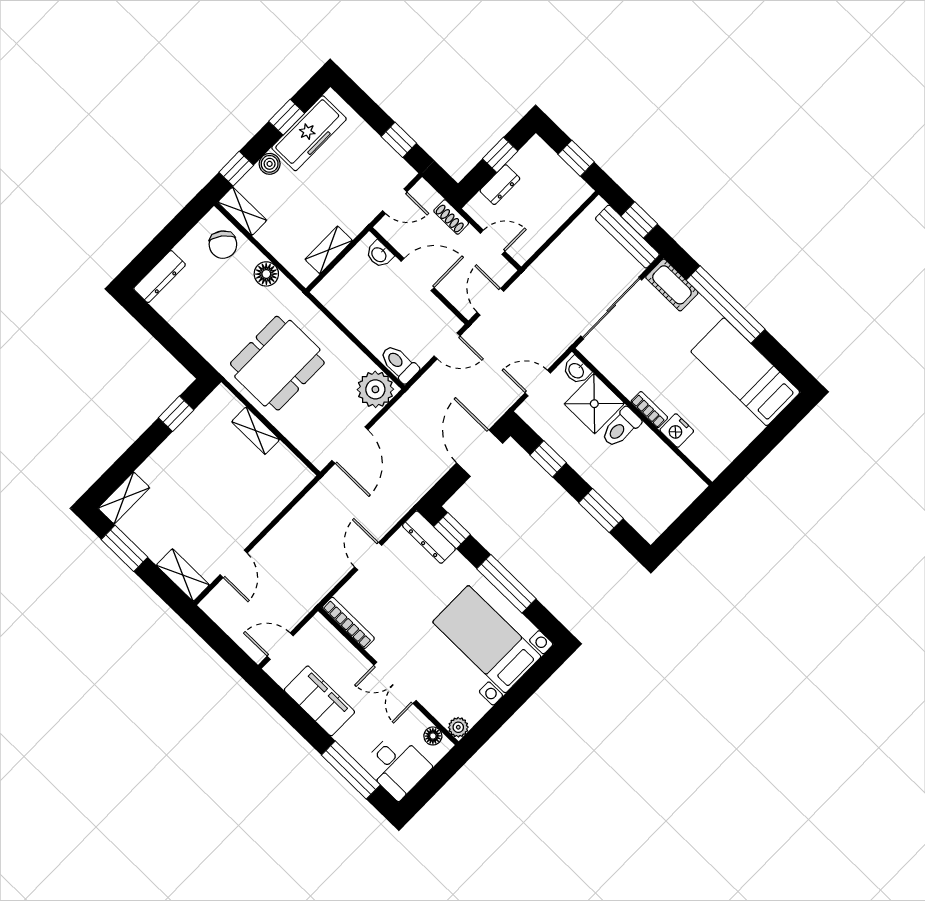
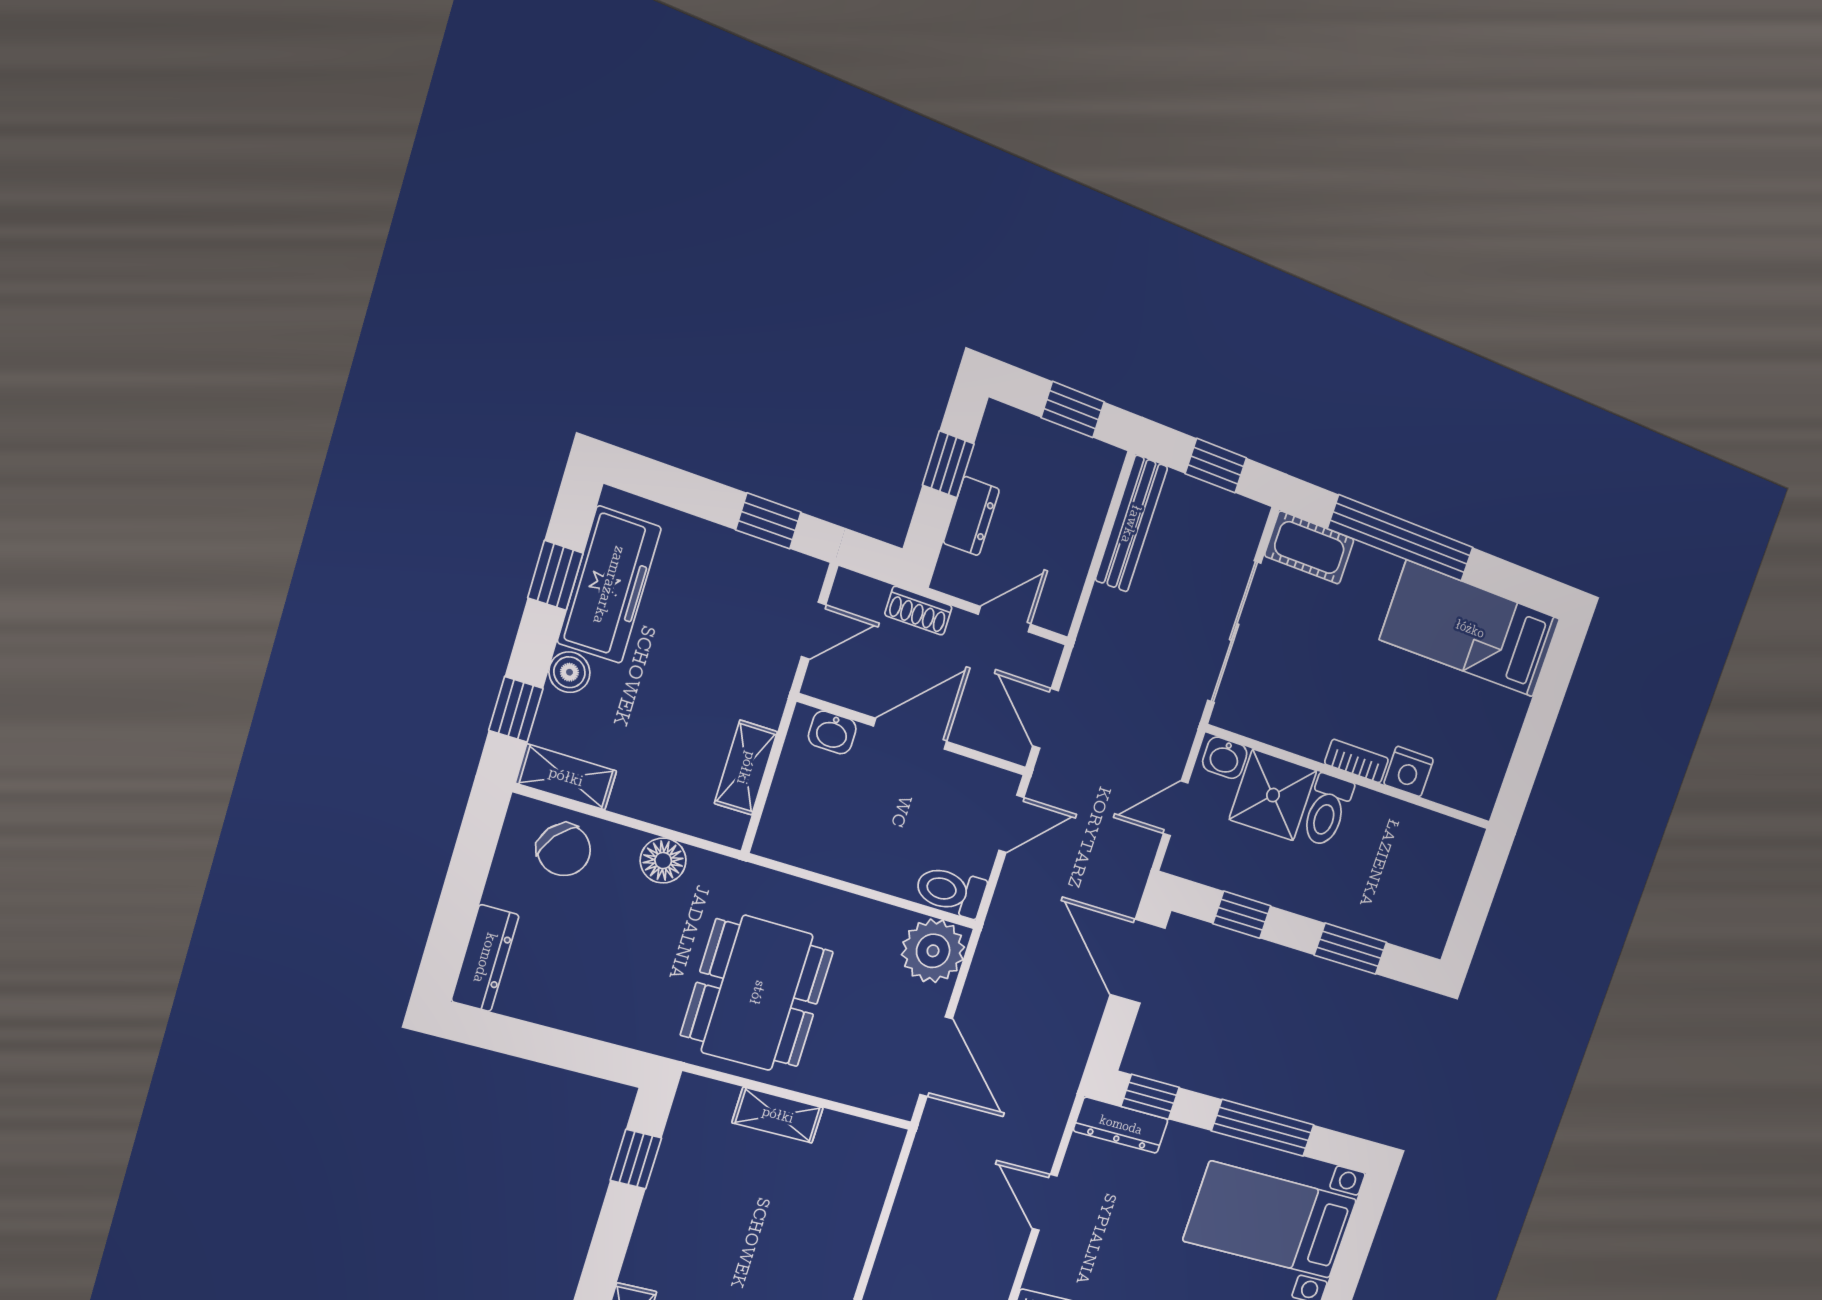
bench: (627, 237) -> (1131, 524), moved, turned 90

